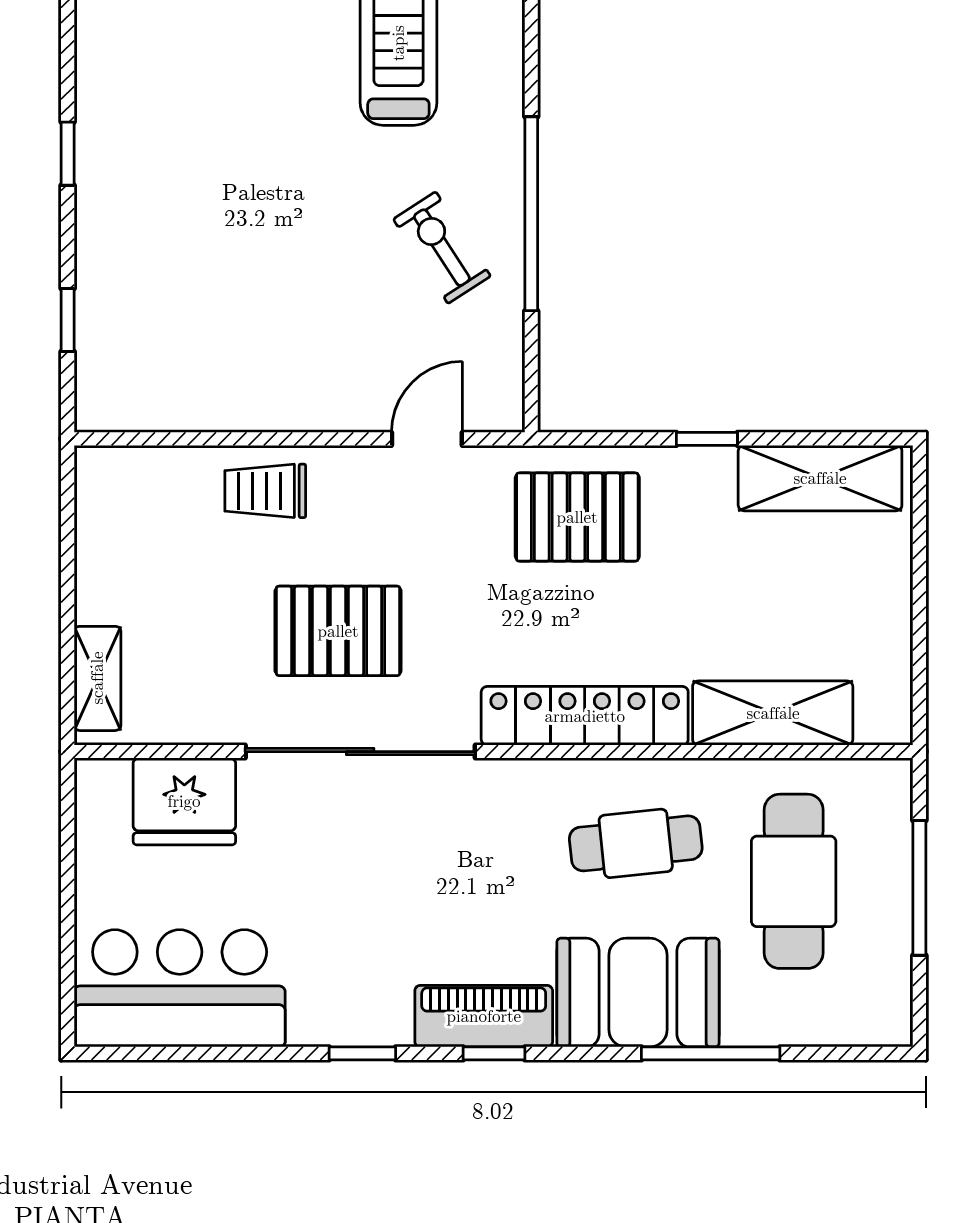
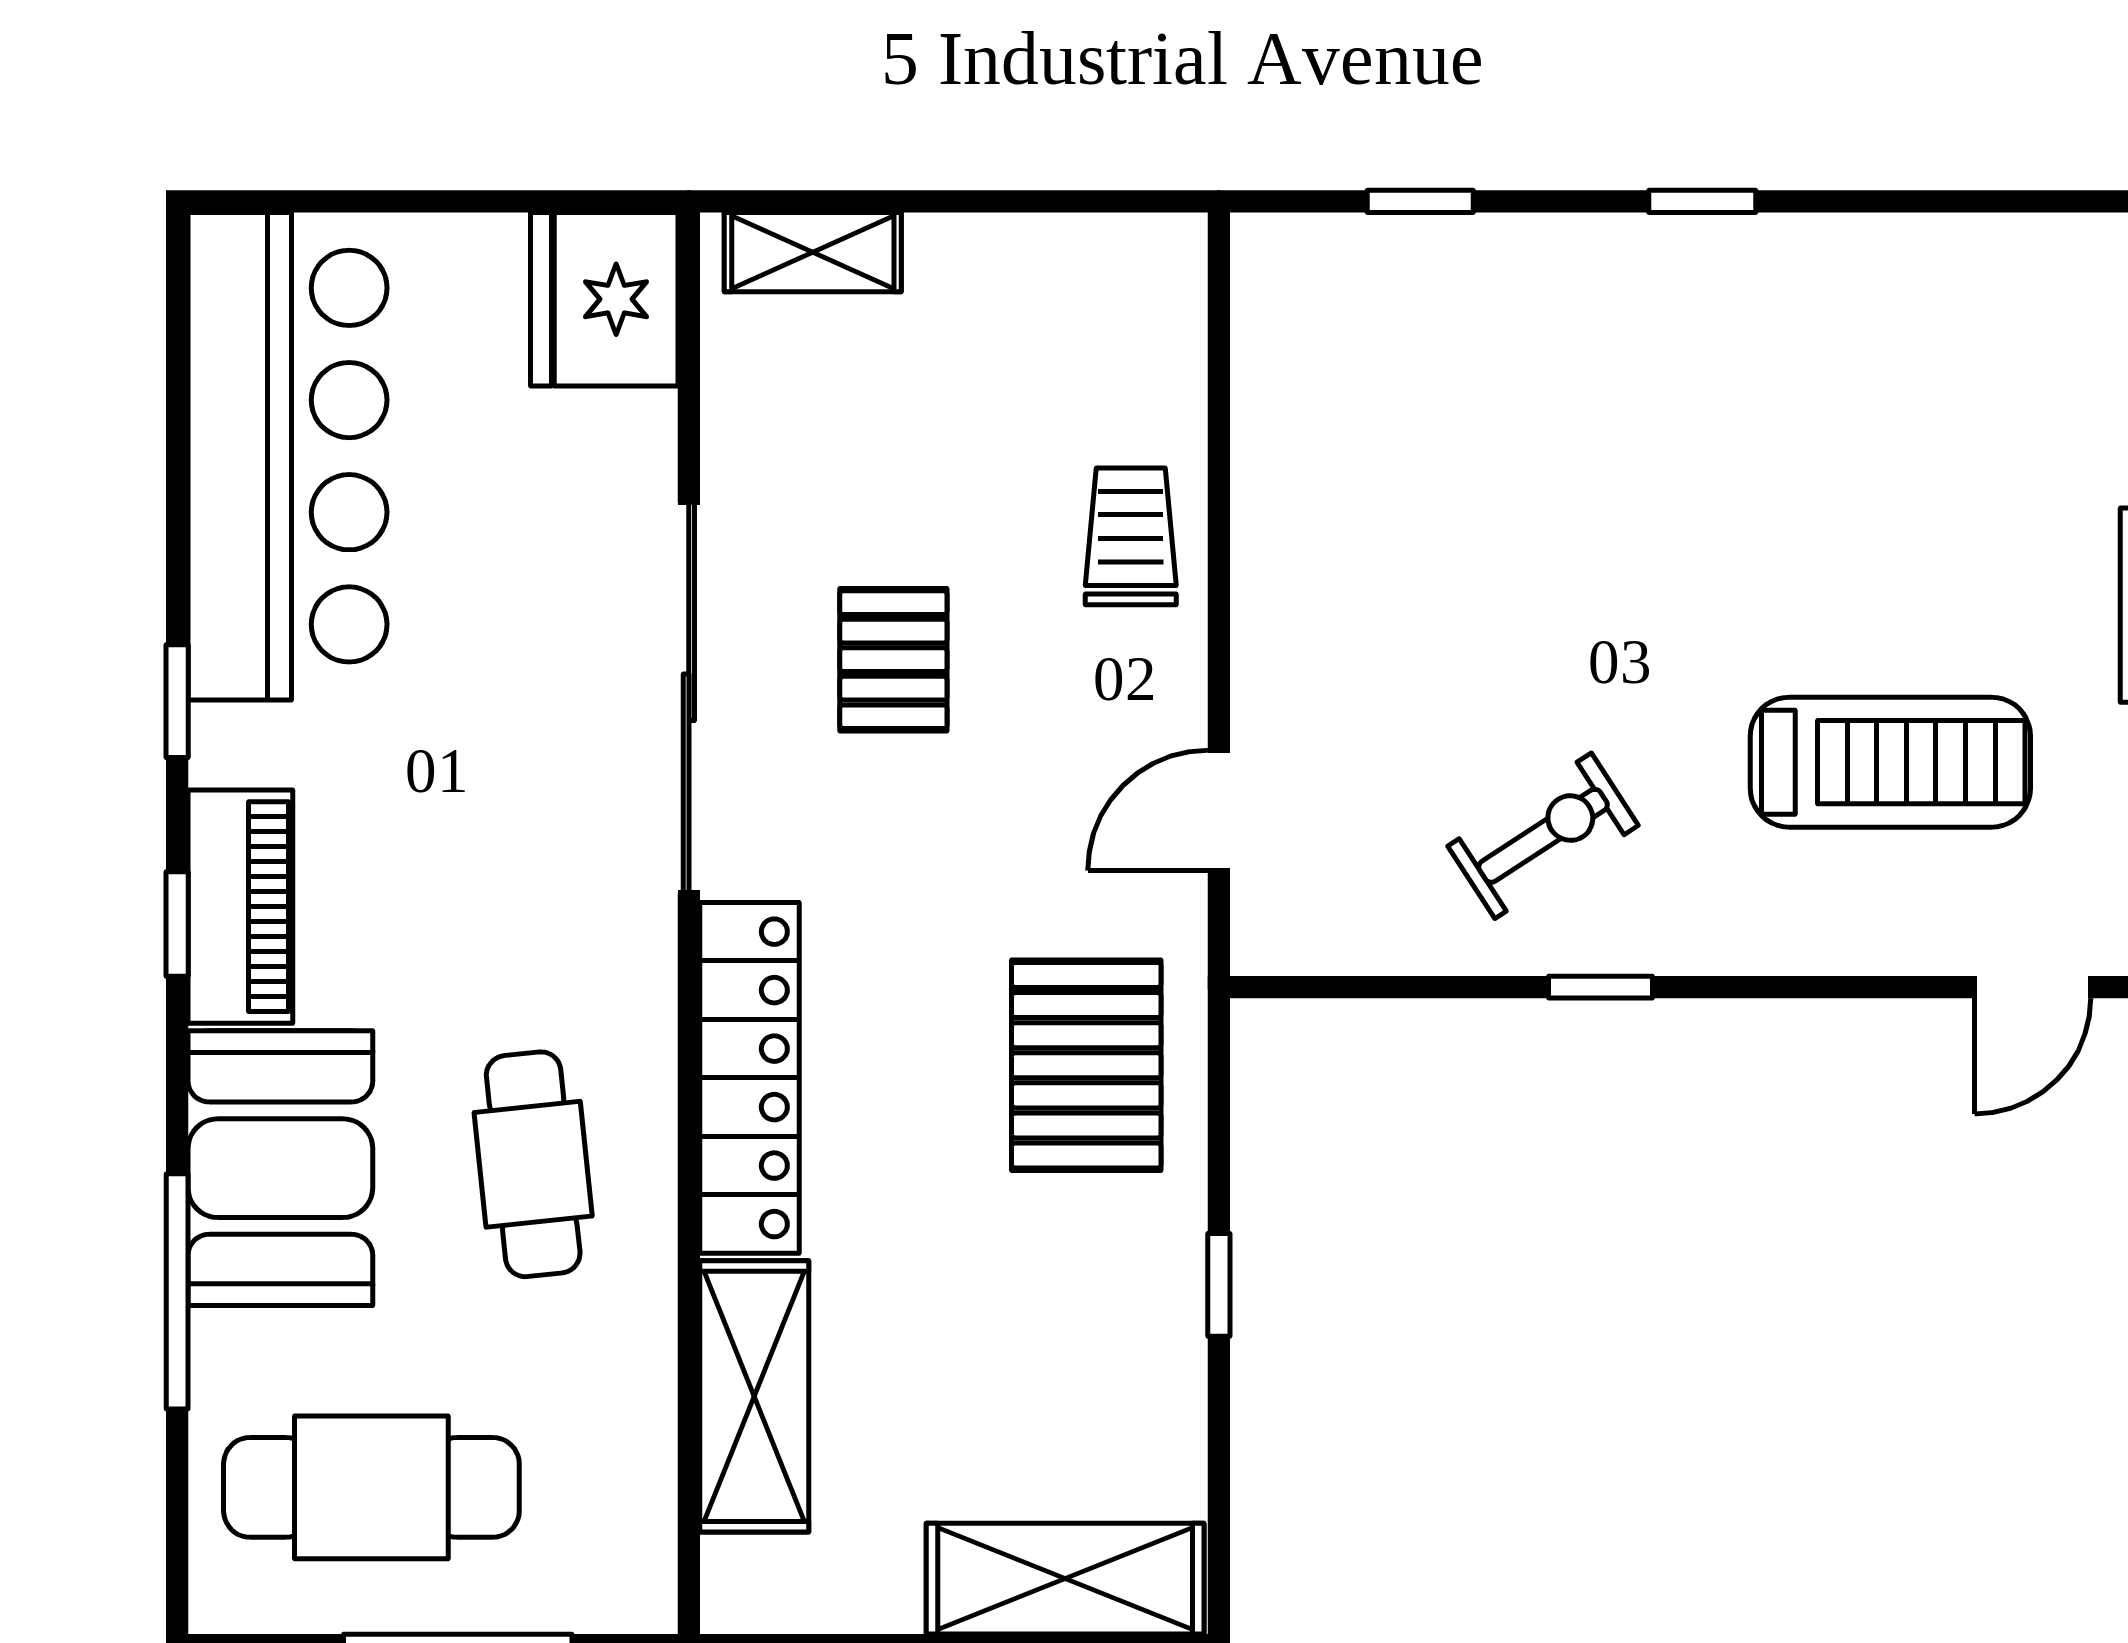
window: (531, 214) -> (1601, 987), width x0.32
door: (427, 439) -> (1219, 810), swing flipped
shelving: (820, 478) -> (1065, 1579), moved, turned 90
pallet: (338, 631) -> (893, 660), width x0.67, depth x0.71
fridge: (184, 801) -> (604, 299), moved
cafe table: (794, 881) -> (371, 1487), moved
bar counter: (180, 988) -> (288, 456), width x1.36

